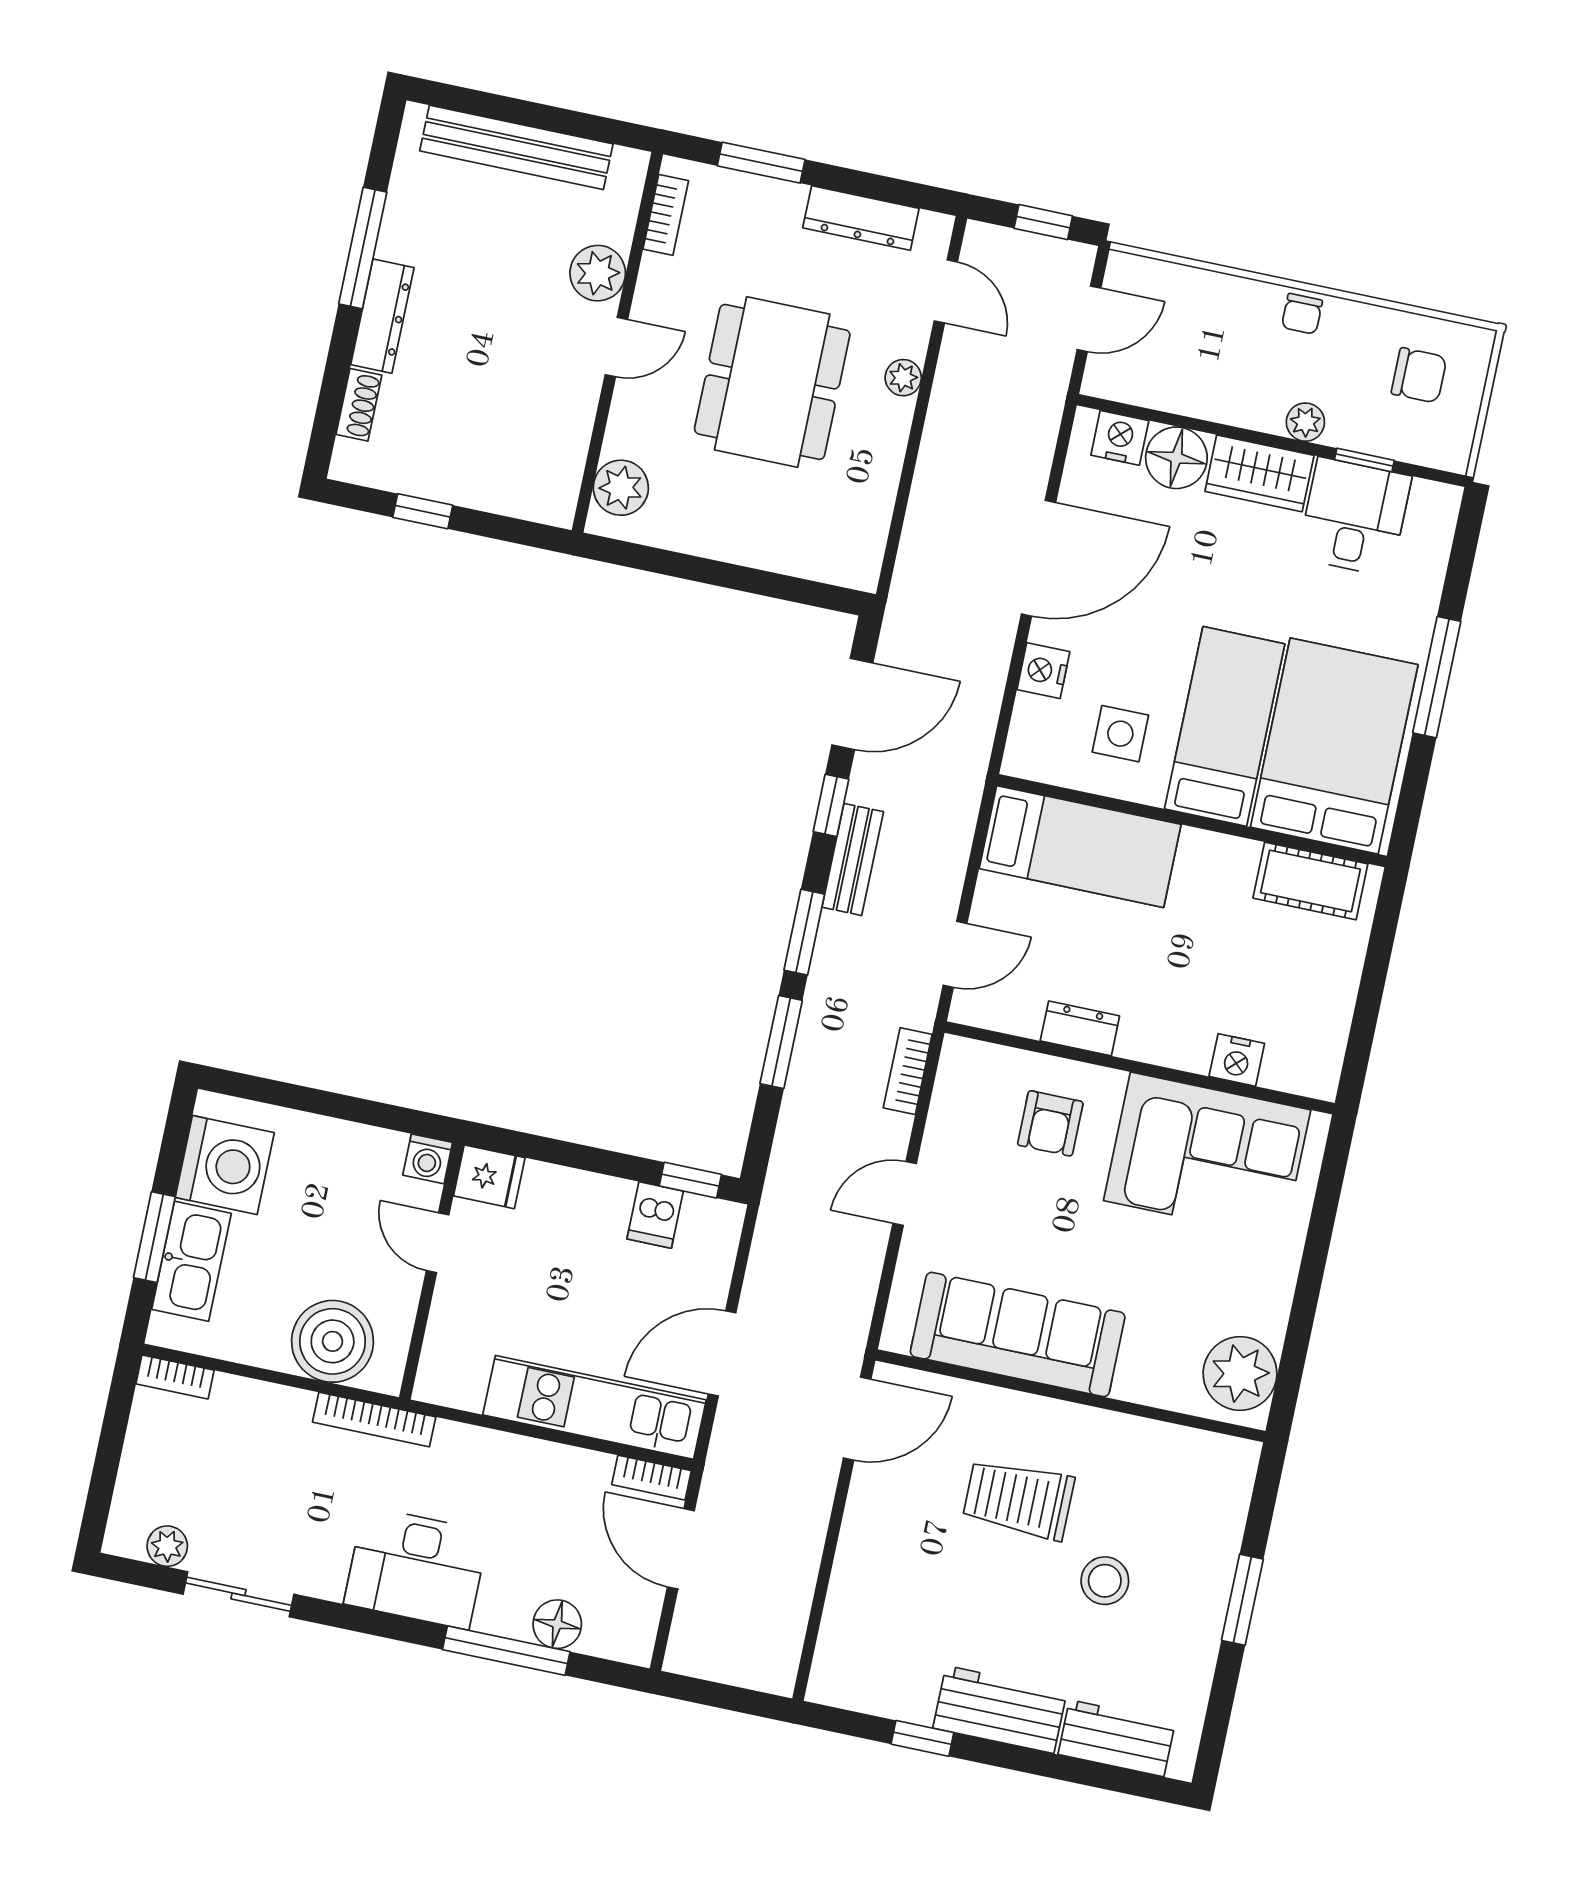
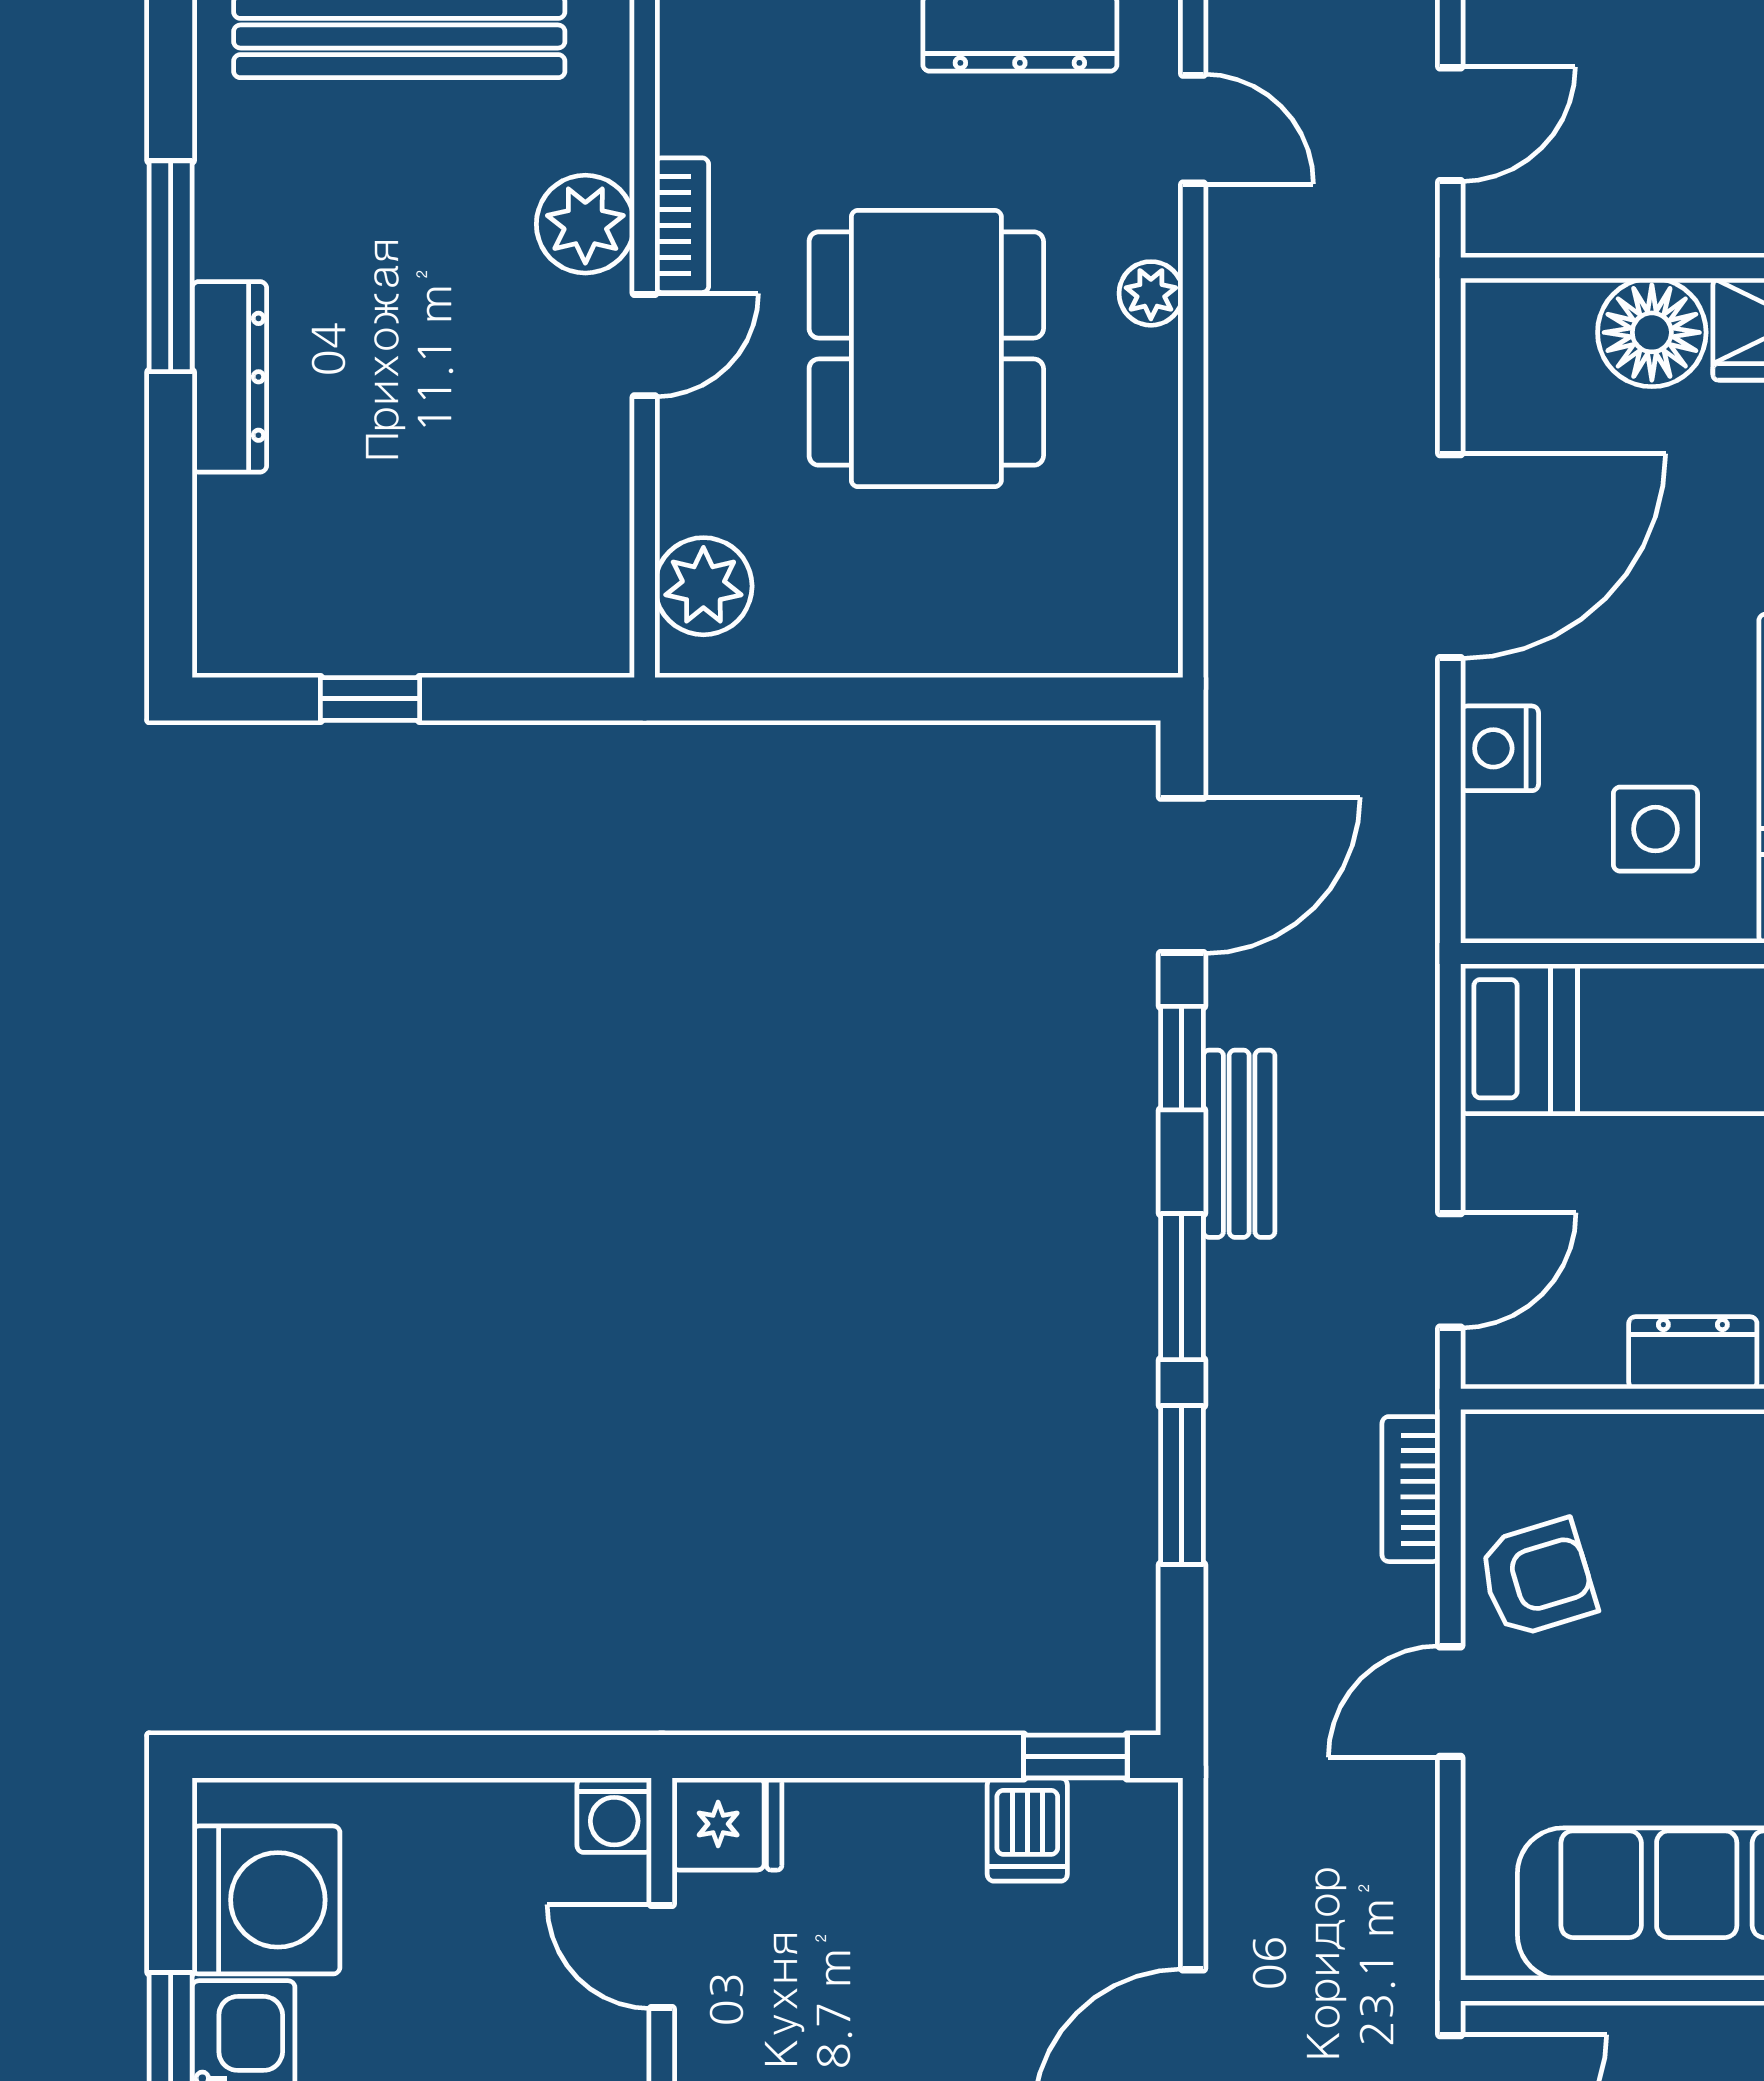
bookcase: (666, 215) -> (682, 225), moved
shoe rack: (359, 405) -> (221, 538), removed
nightstand: (1120, 438) -> (1547, 318), removed
armchair: (1050, 1123) -> (1537, 1578), moved, turned -107

